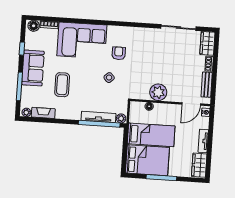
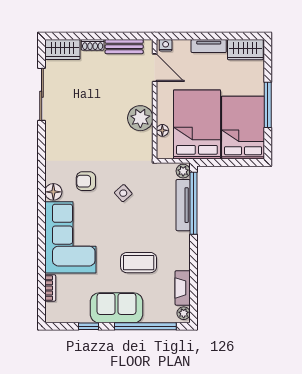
floor lamp: (34, 26) -> (53, 192), moved
window: (19, 86) -> (145, 326), width x1.46
bed: (151, 135) -> (197, 124), width x1.50

